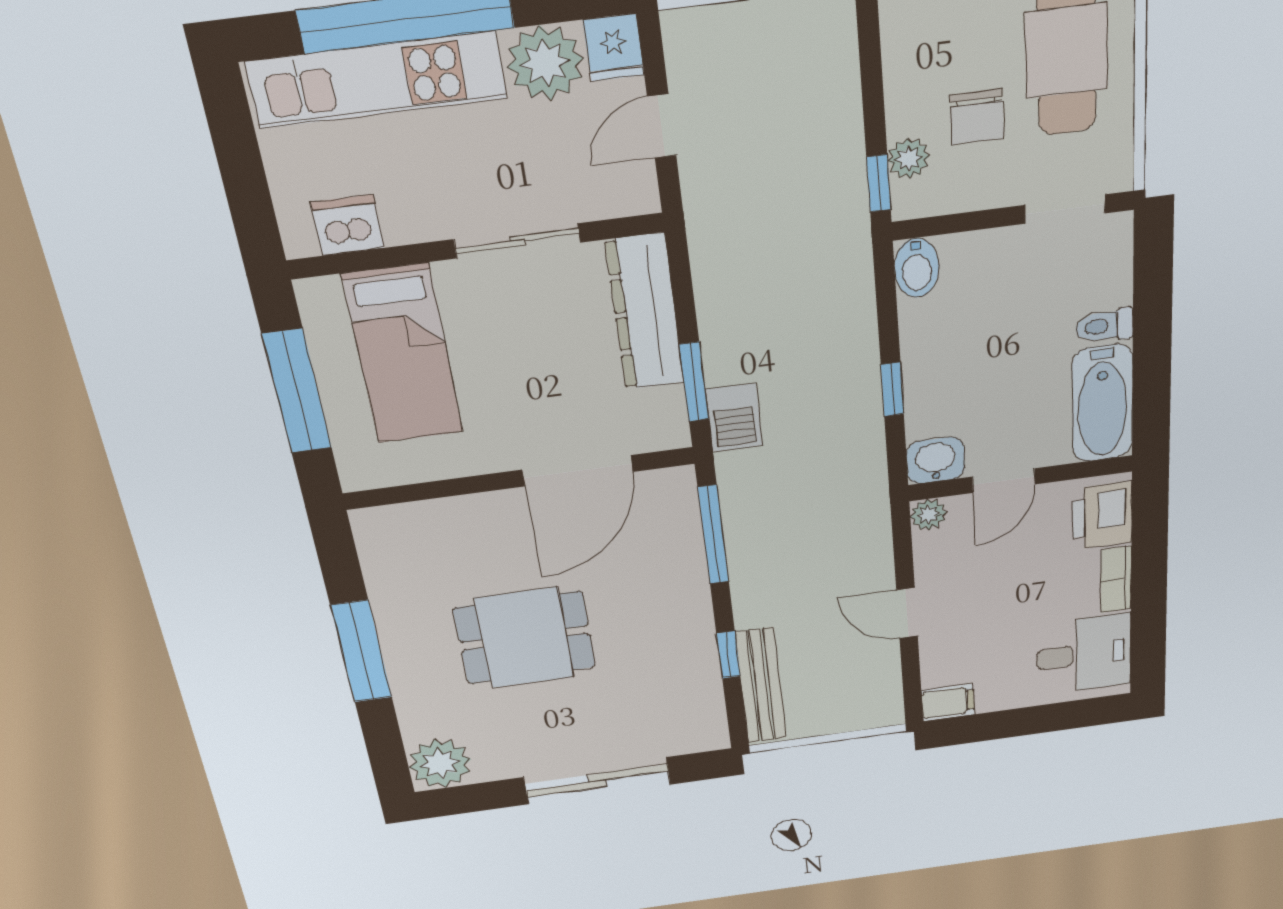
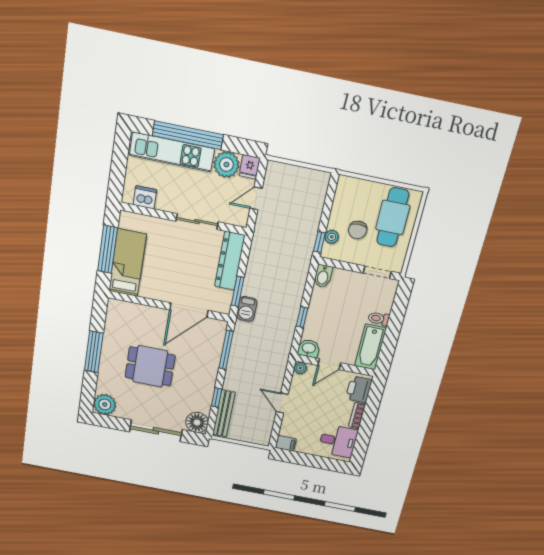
bed: (403, 354) -> (127, 263), moved, turned 180
floor lamp: (698, 728) -> (197, 422), added

